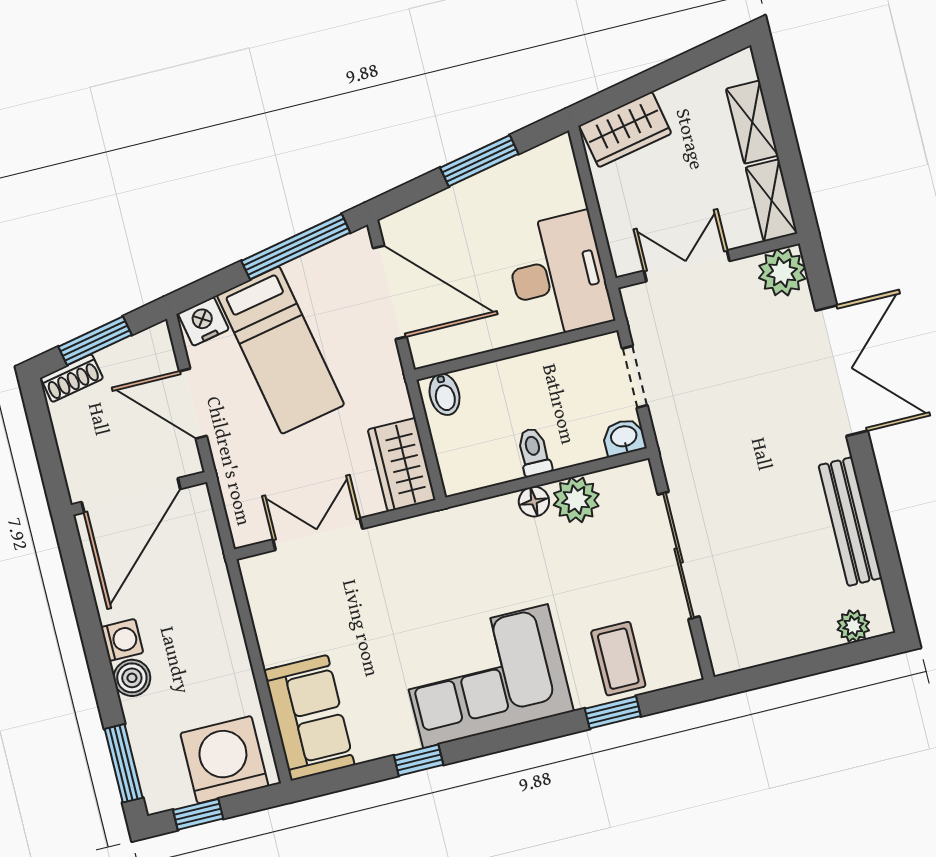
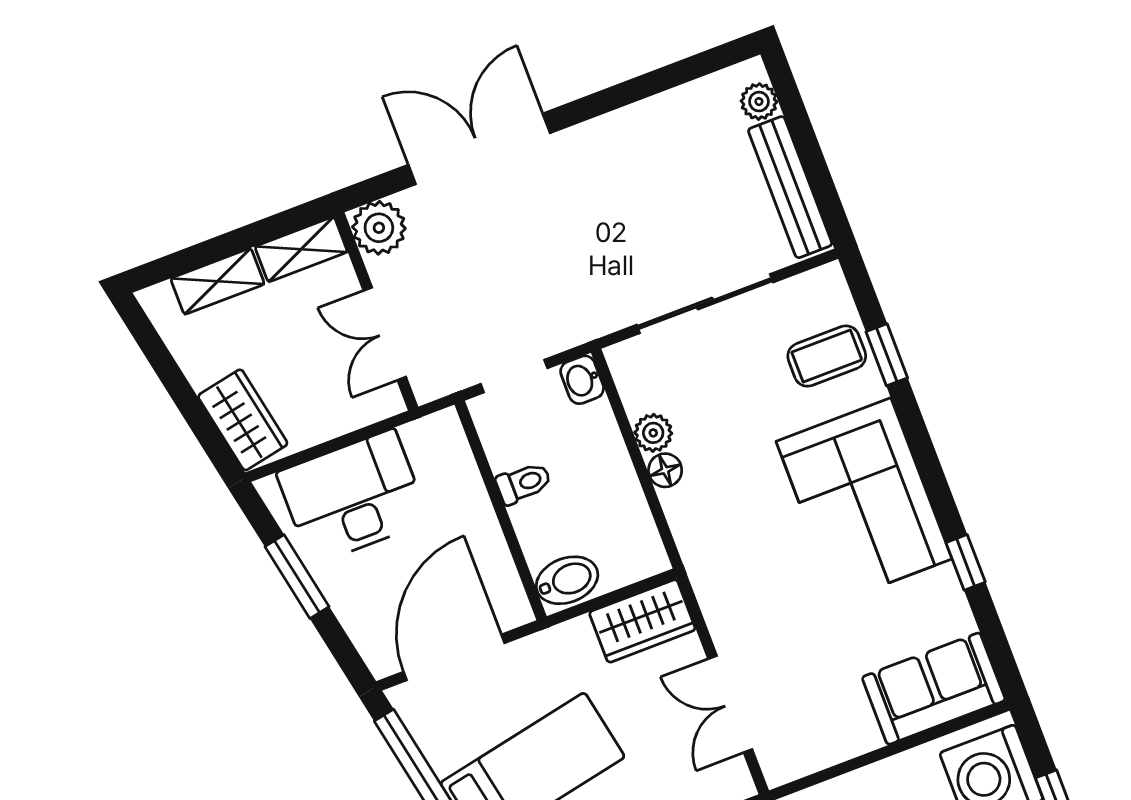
desk: (558, 275) -> (353, 497), moved
bidet: (445, 394) -> (567, 580), width x1.38, depth x1.36
toilet: (534, 452) -> (524, 483), moved, turned 180
plant: (576, 500) -> (653, 433), width x0.73, depth x0.73
bench: (850, 522) -> (790, 187), moved, turned 90

